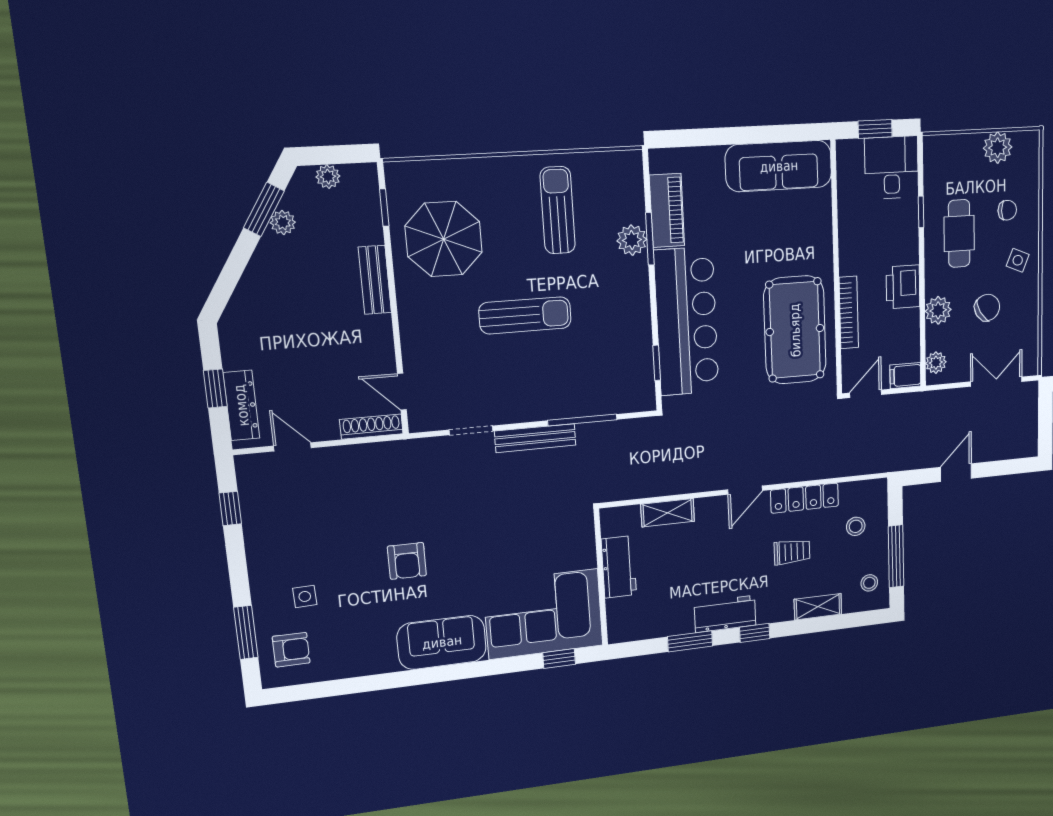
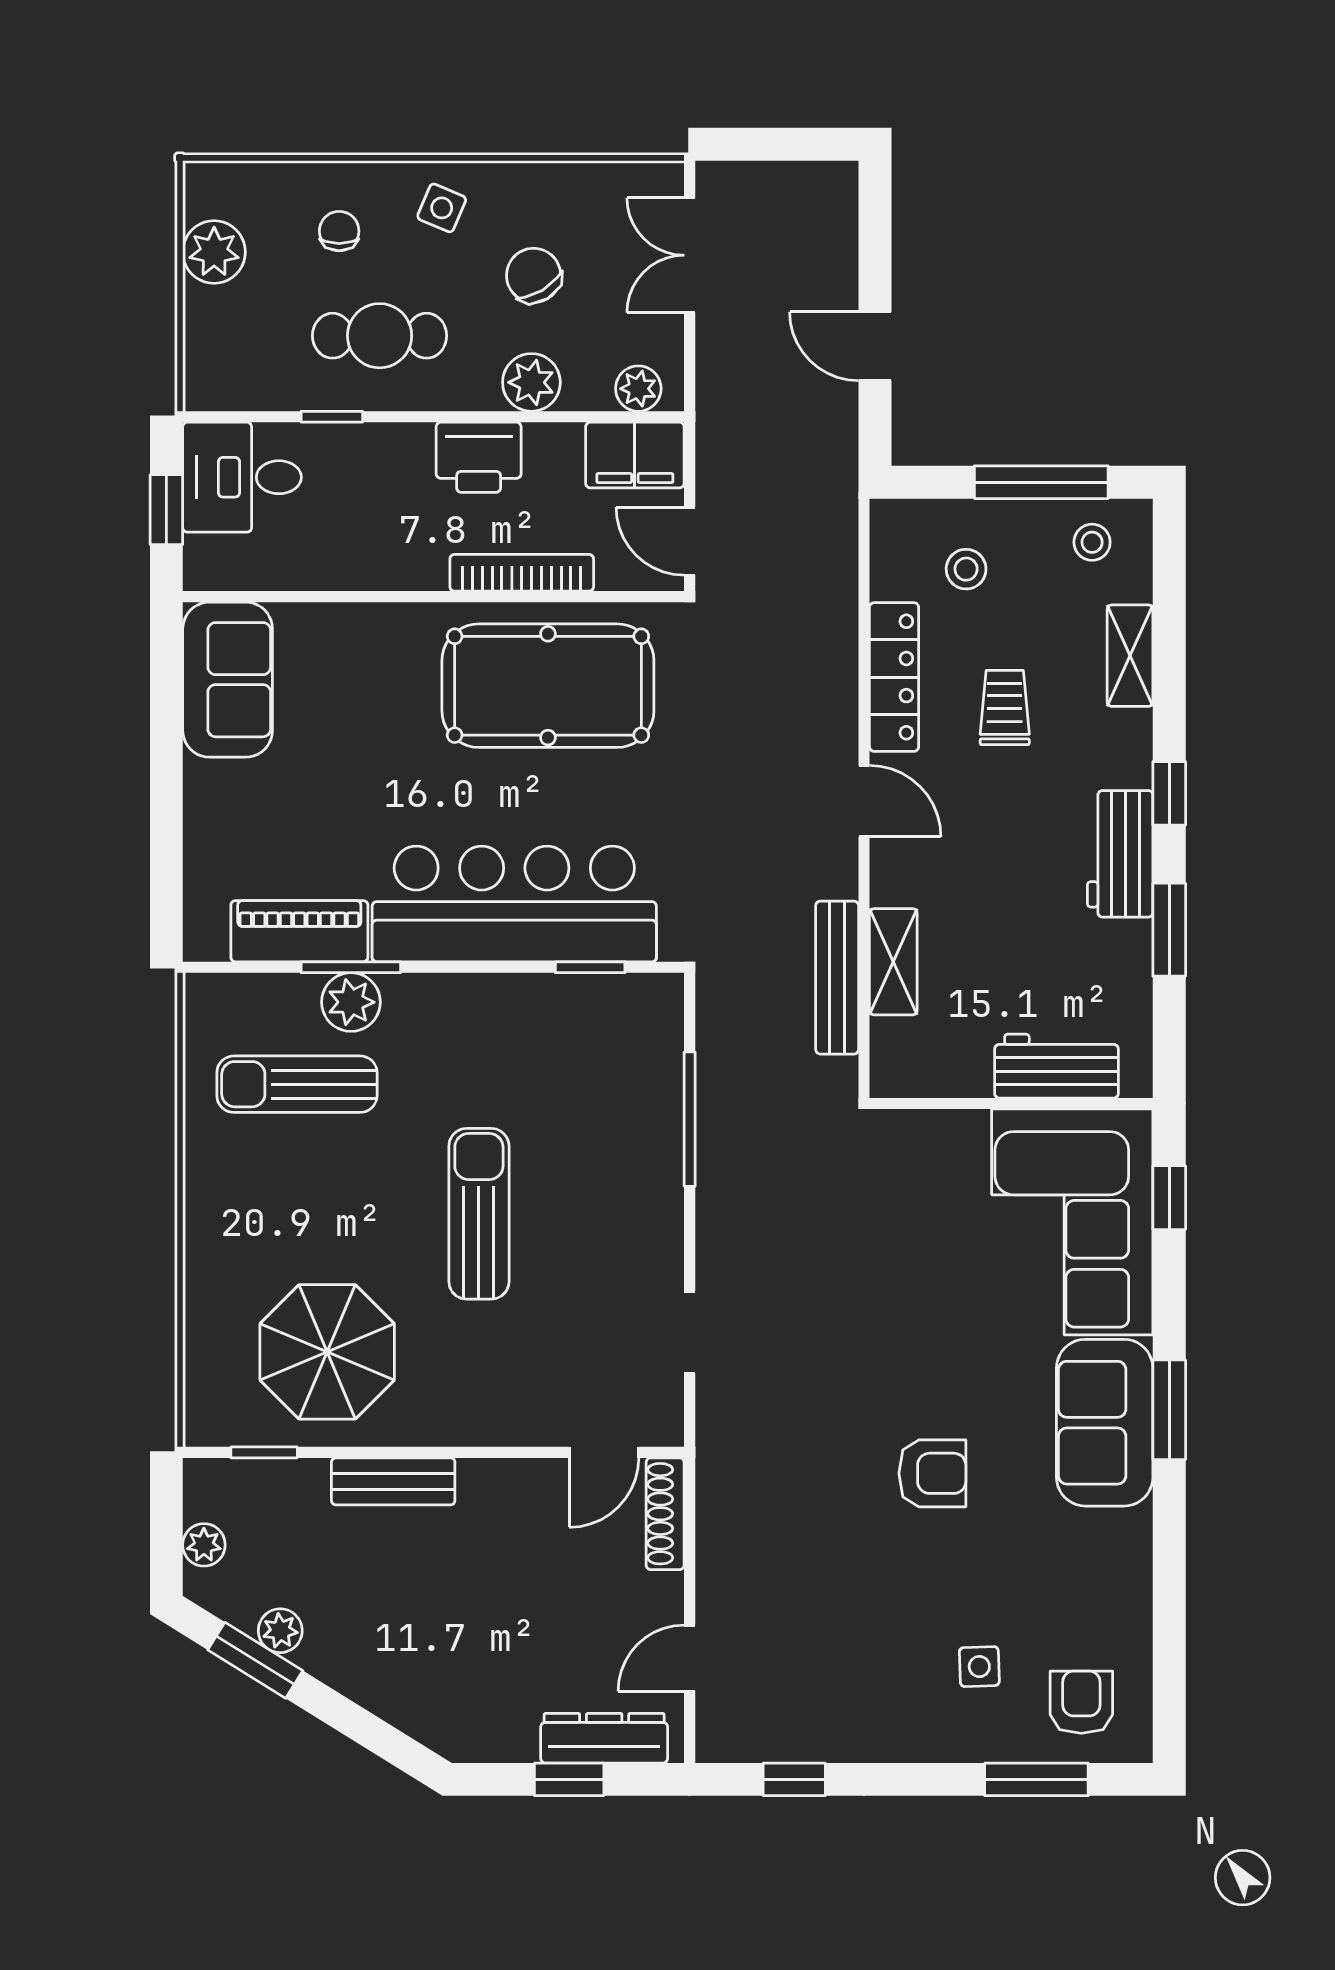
sofa: (779, 166) -> (228, 680), width x0.73
sun lounger: (558, 210) -> (297, 1084), moved
filing cabinet: (905, 376) -> (635, 455), width x2.00
bench: (535, 438) -> (837, 978), moved
workbench: (619, 567) -> (1056, 1066), moved
window: (451, 673) -> (1169, 1410), added

